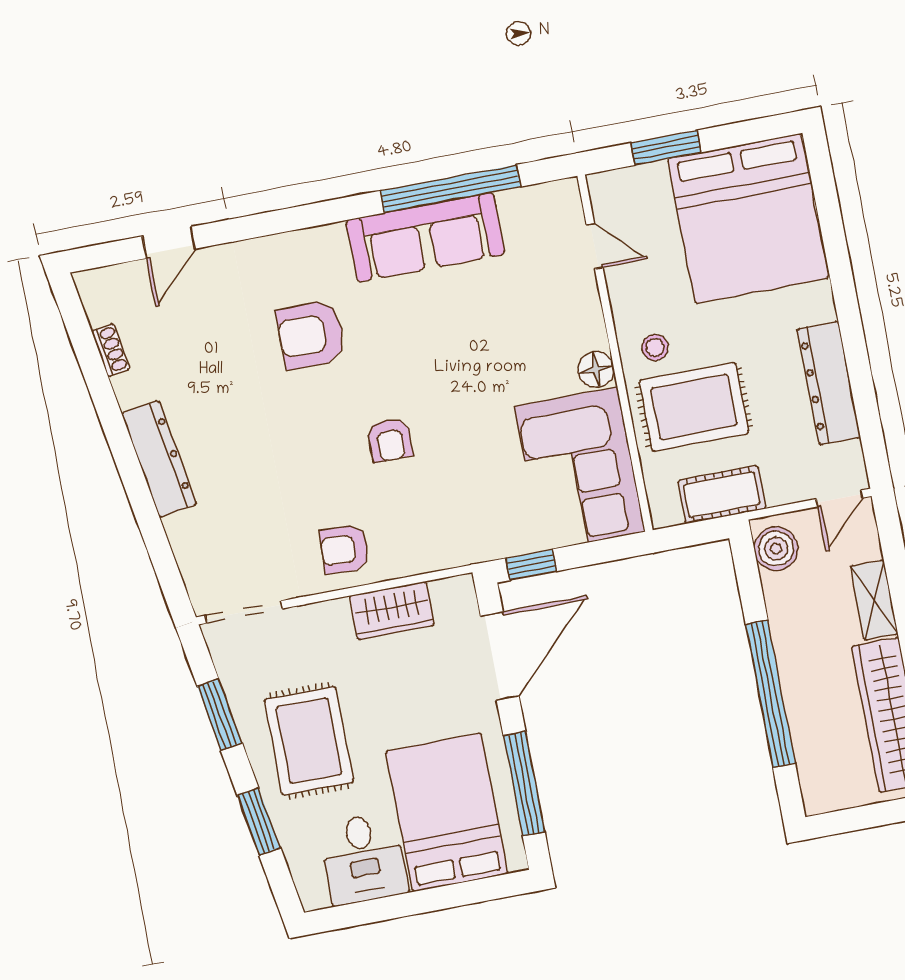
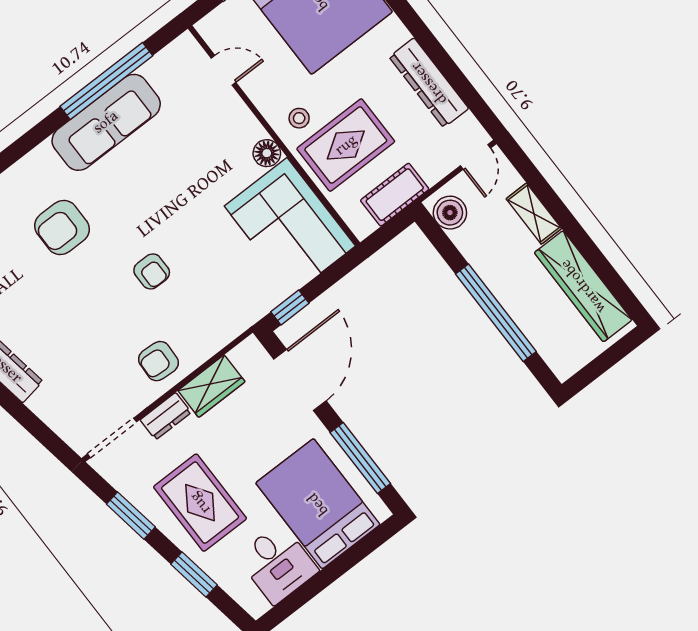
dresser: (320, 618) -> (166, 416), added

